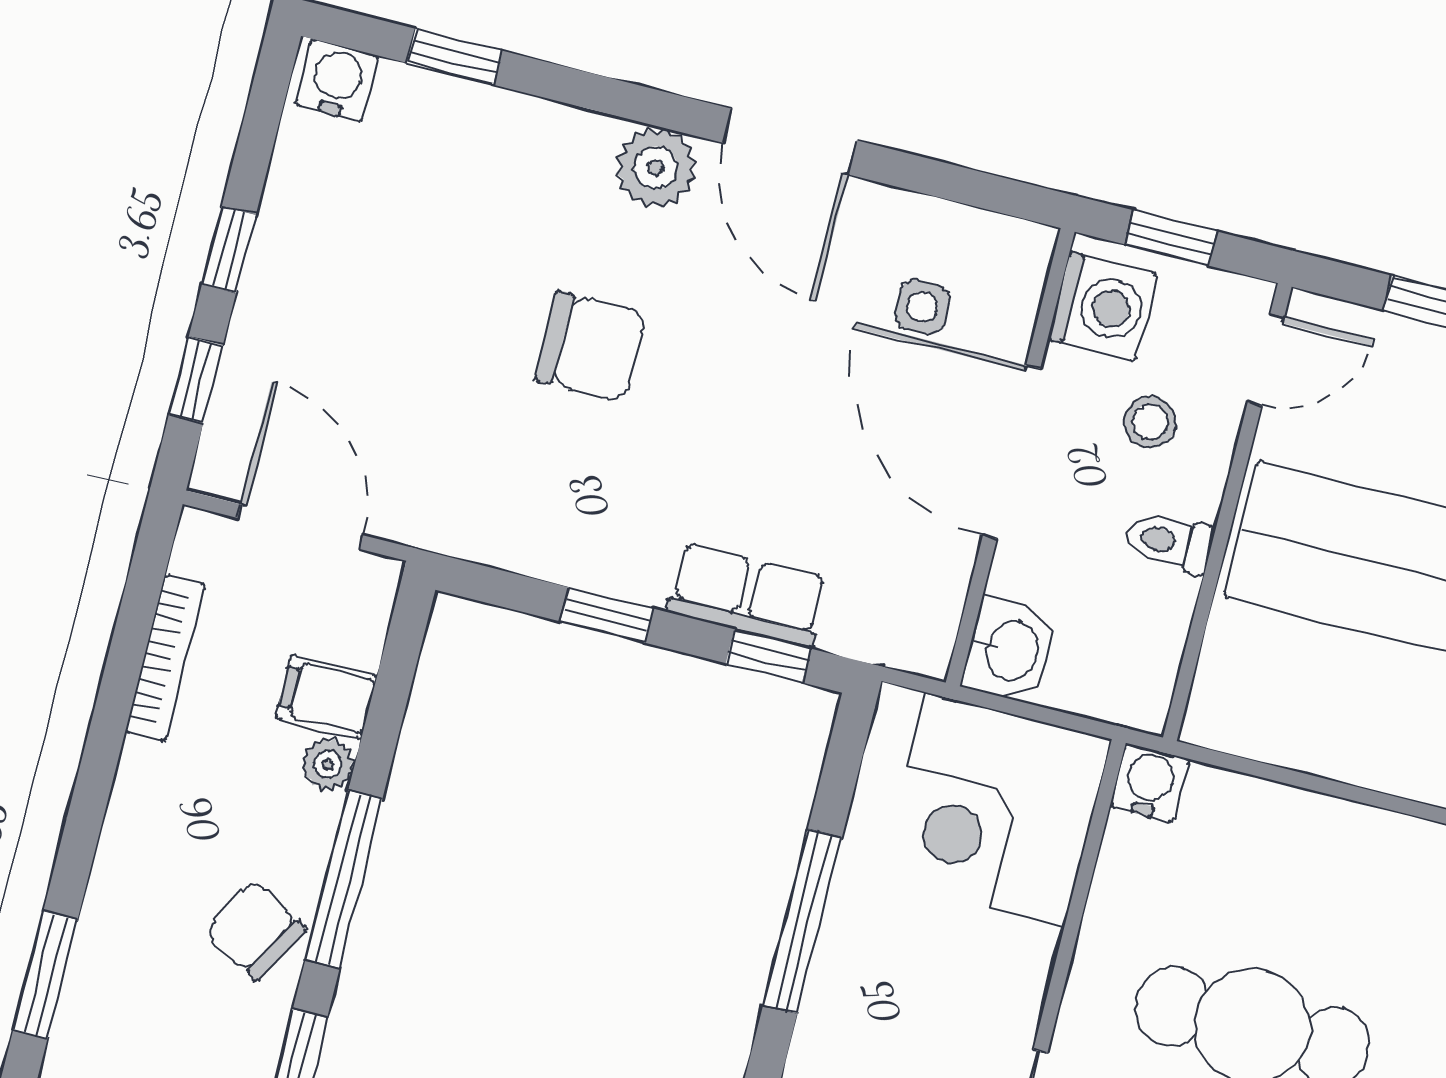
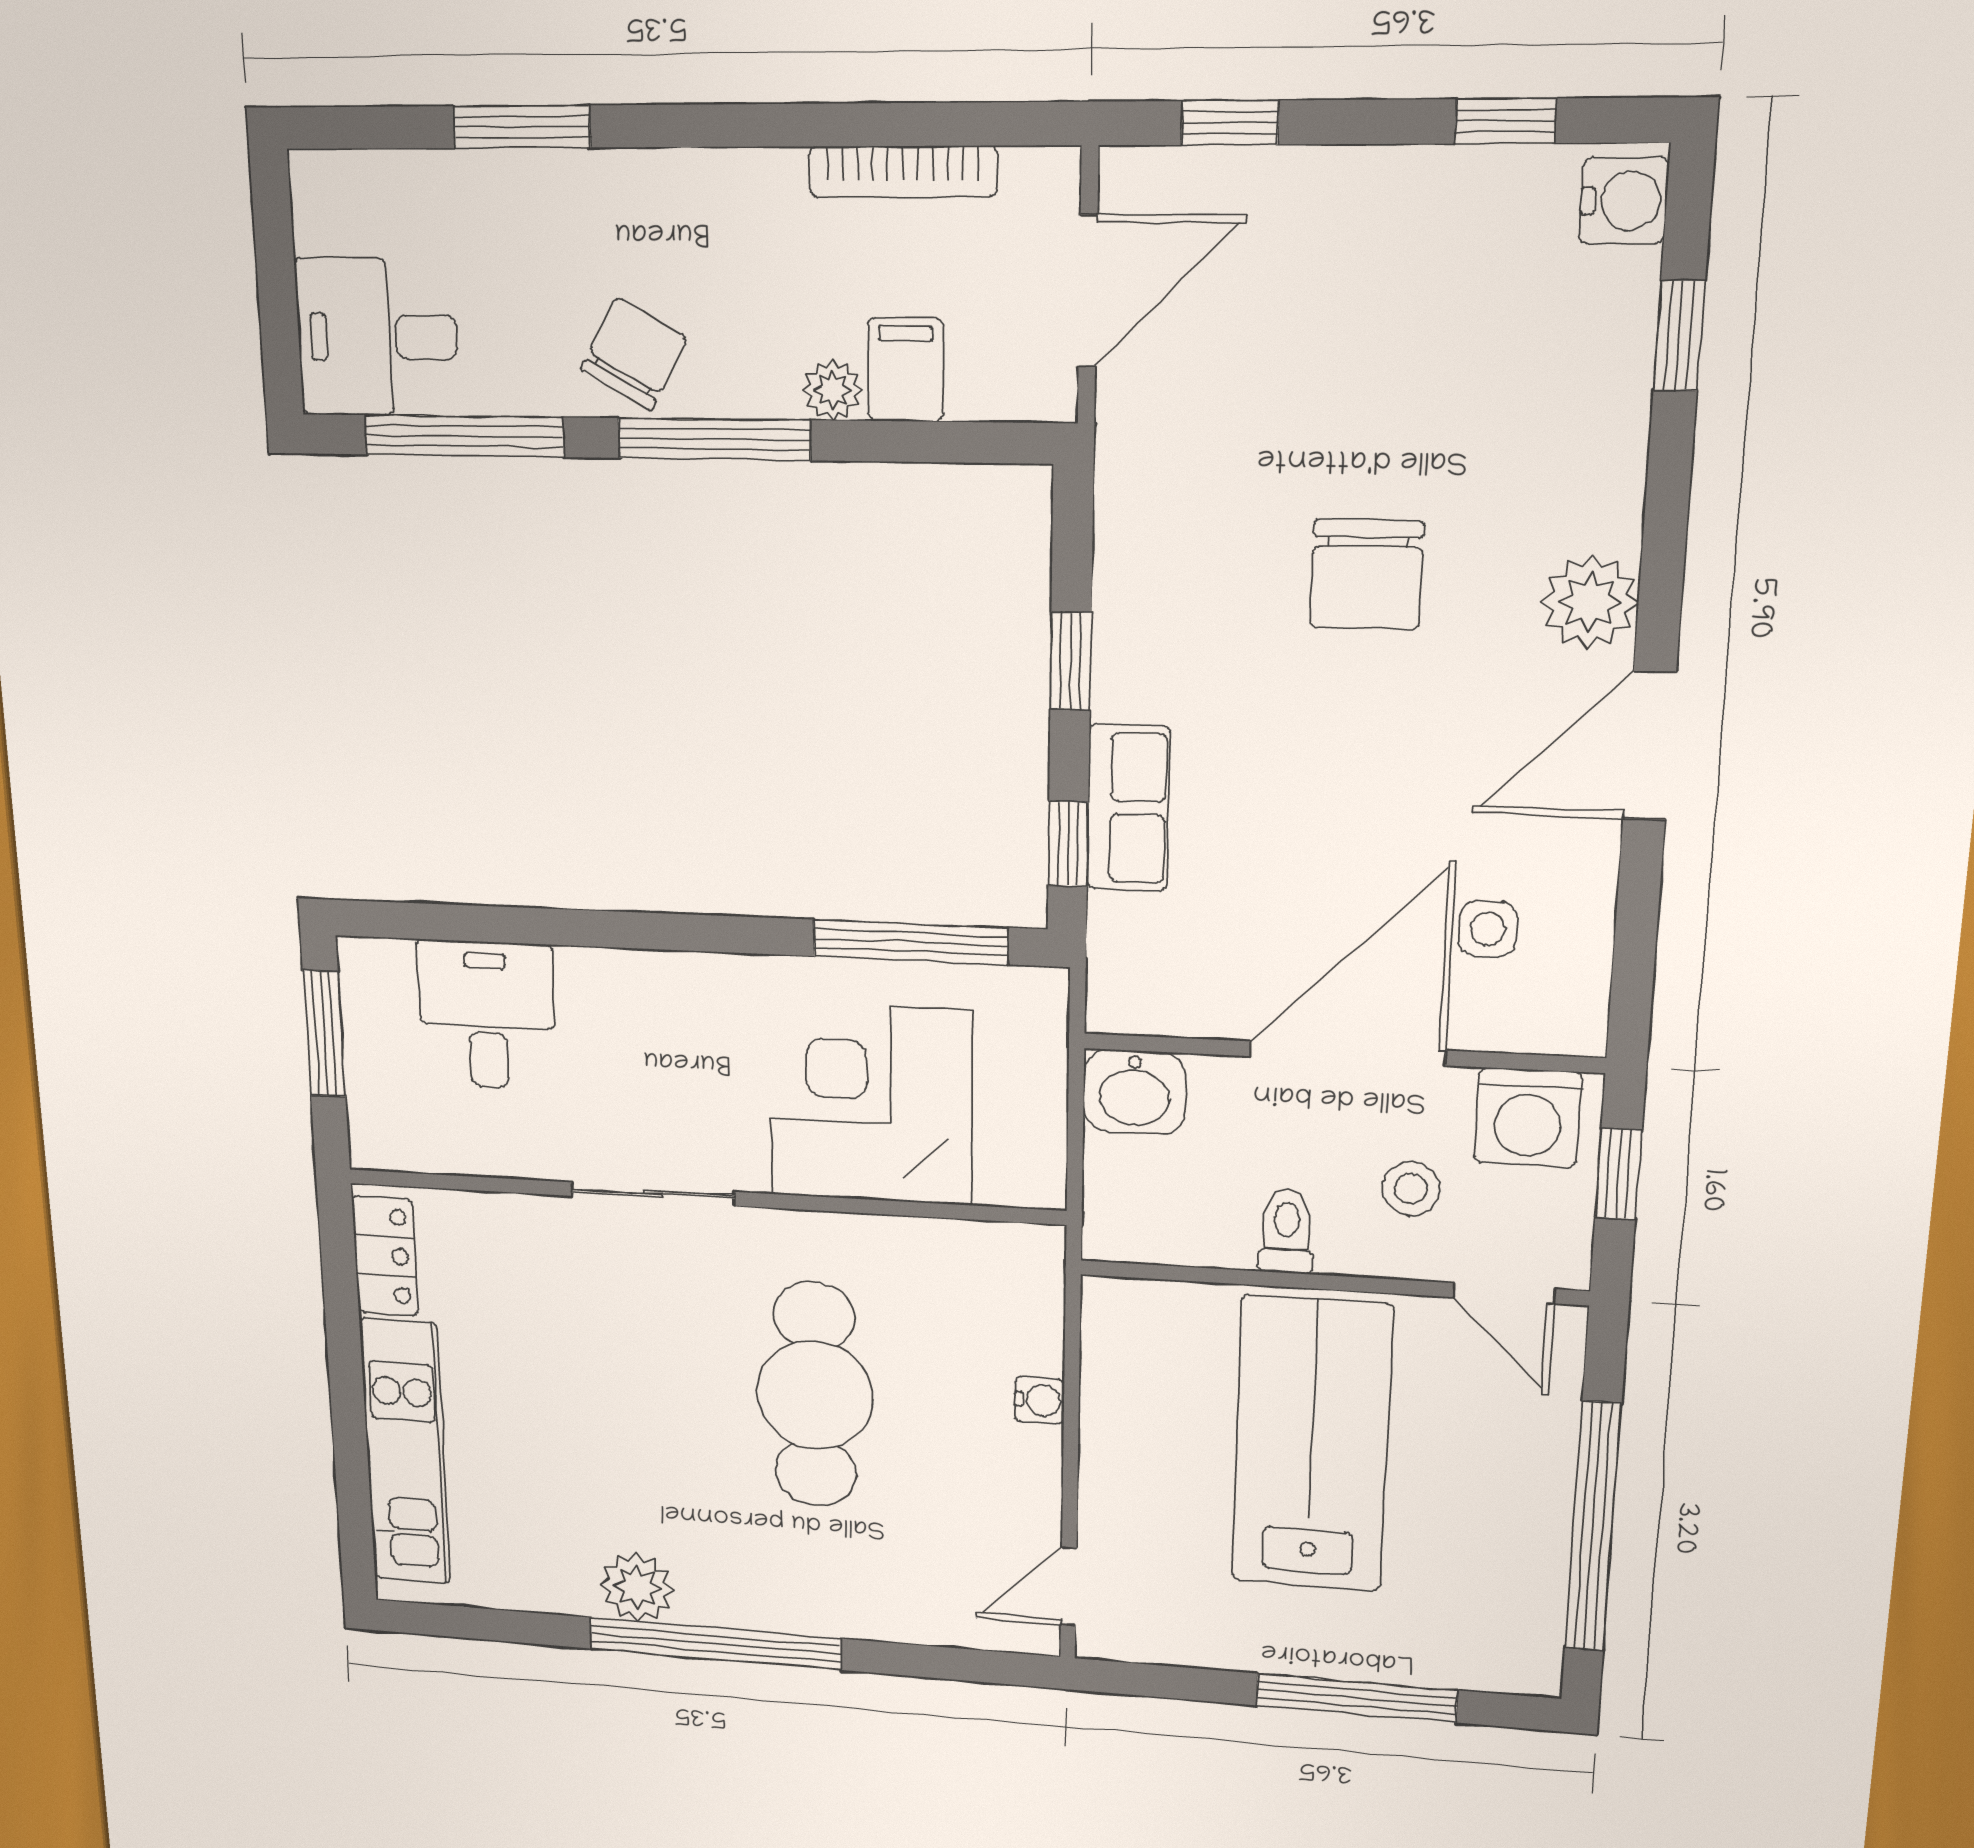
window: (229, 250) -> (1505, 121), moved
water cooler: (1149, 783) -> (1039, 1400), moved, width x0.72, depth x0.72
corner desk: (995, 809) -> (871, 1103), moved
window: (802, 921) -> (910, 942), moved

